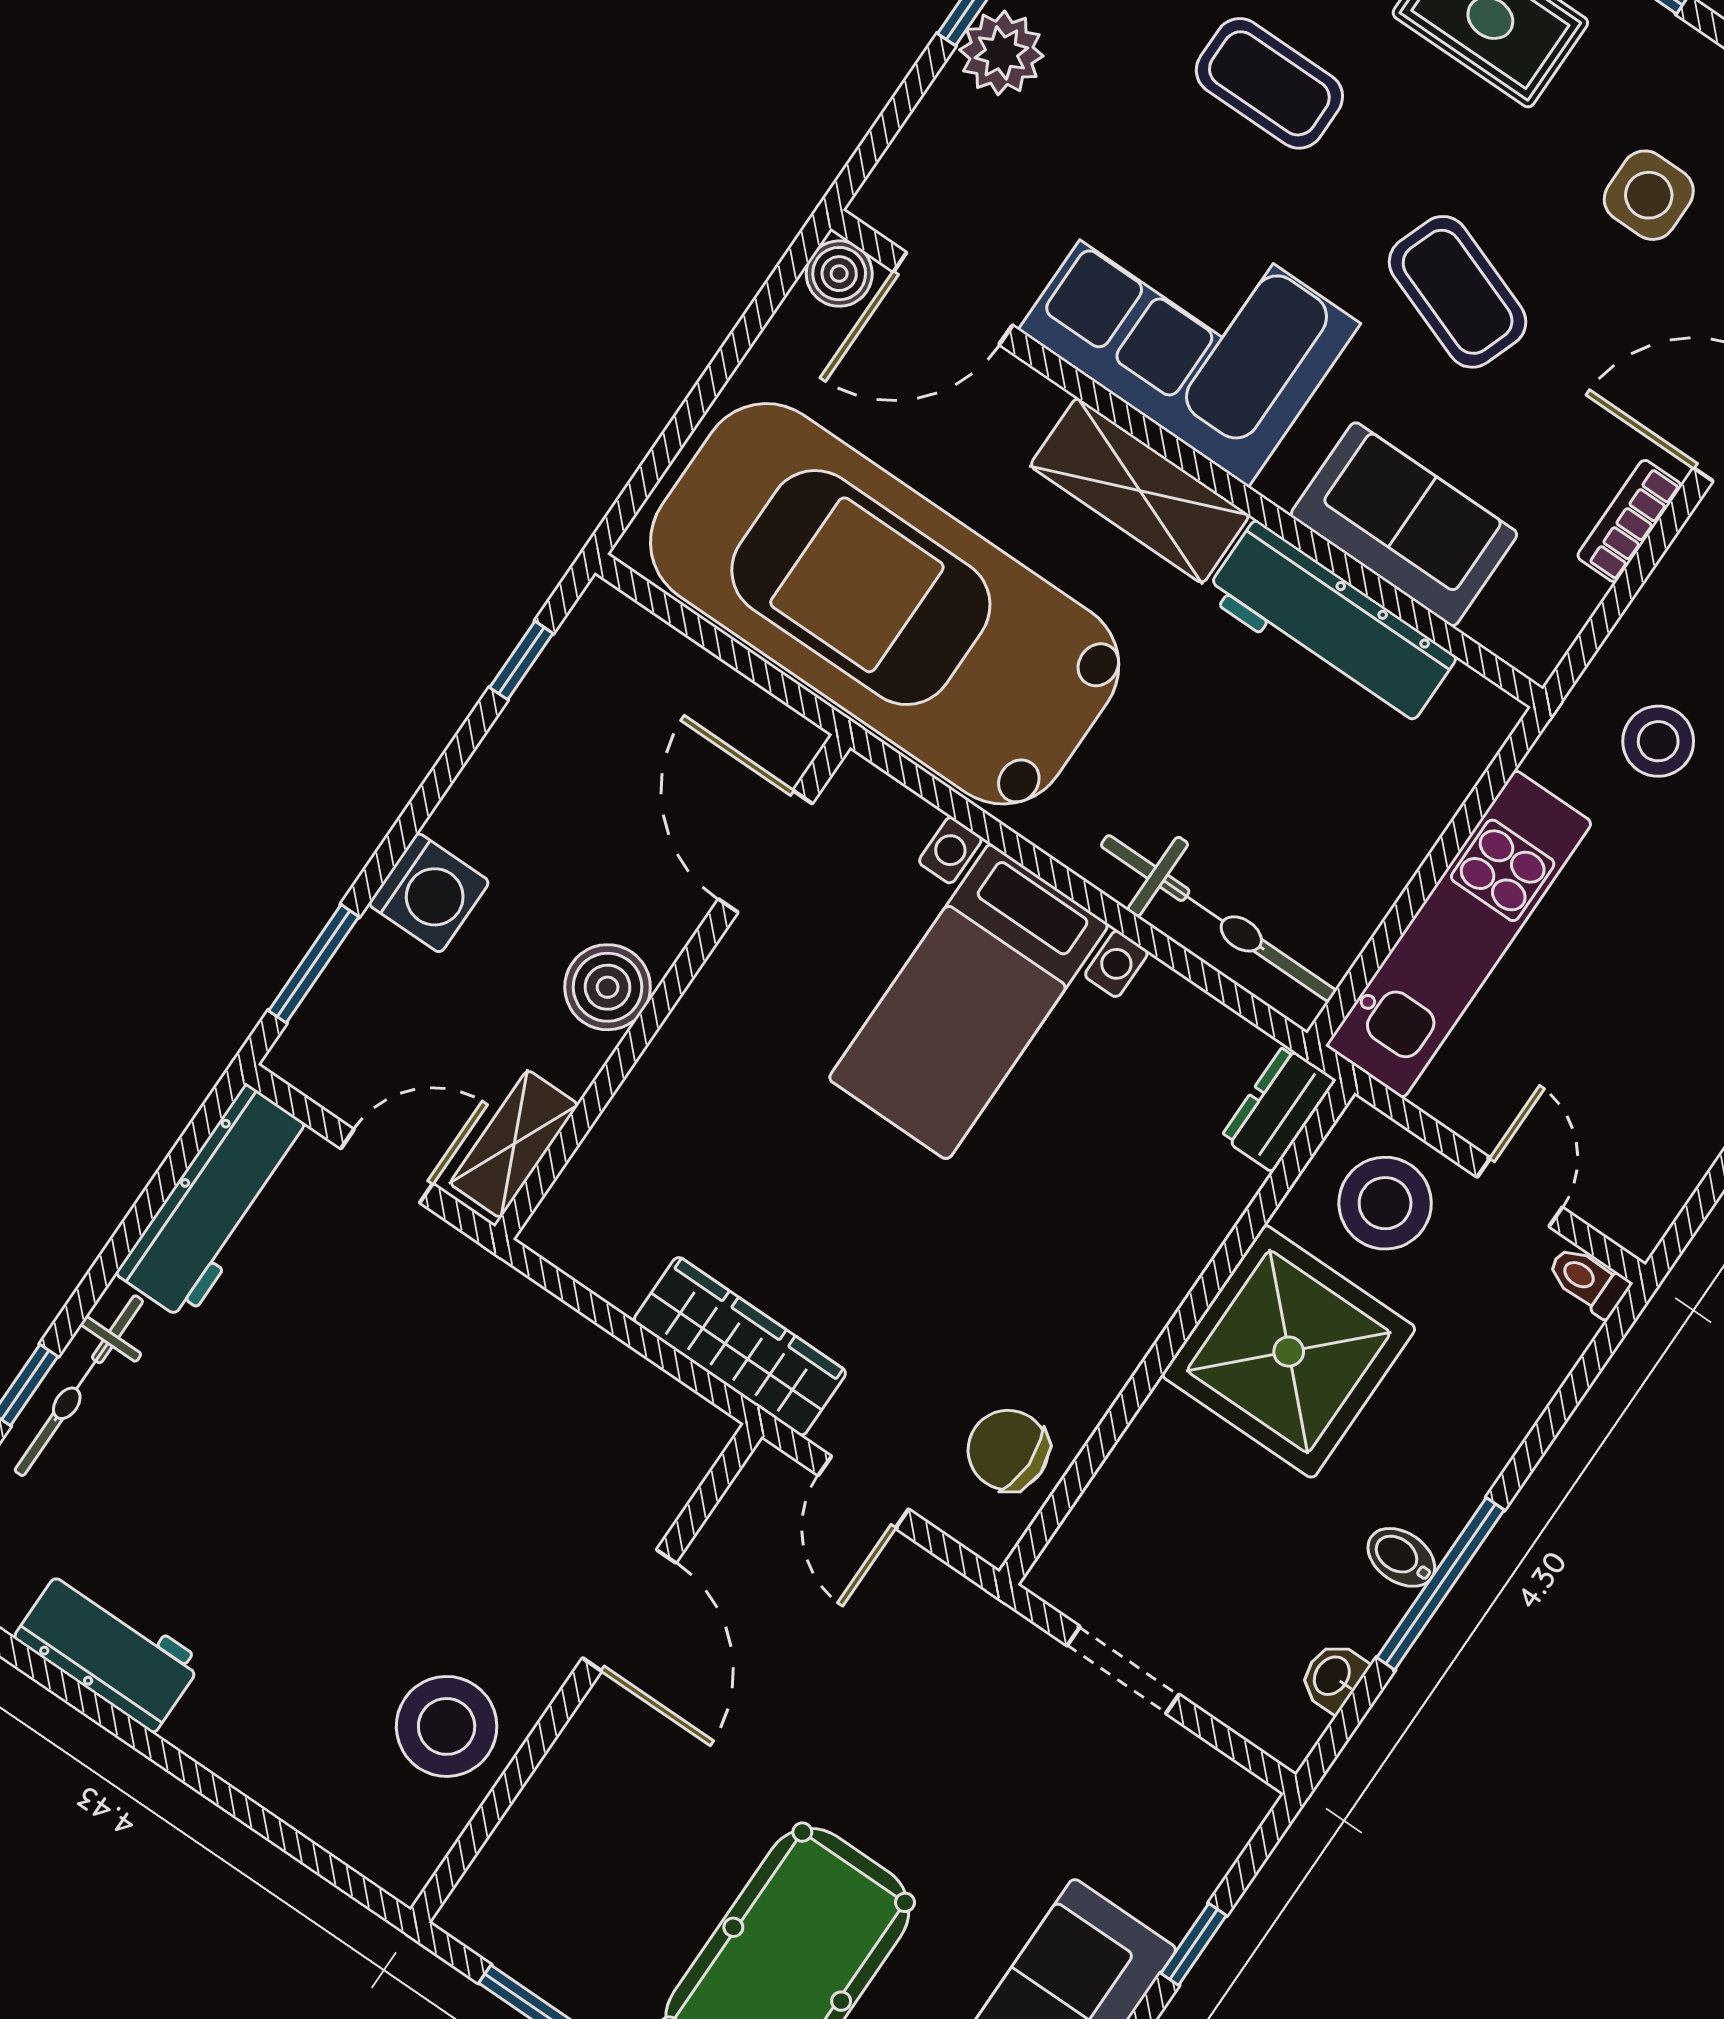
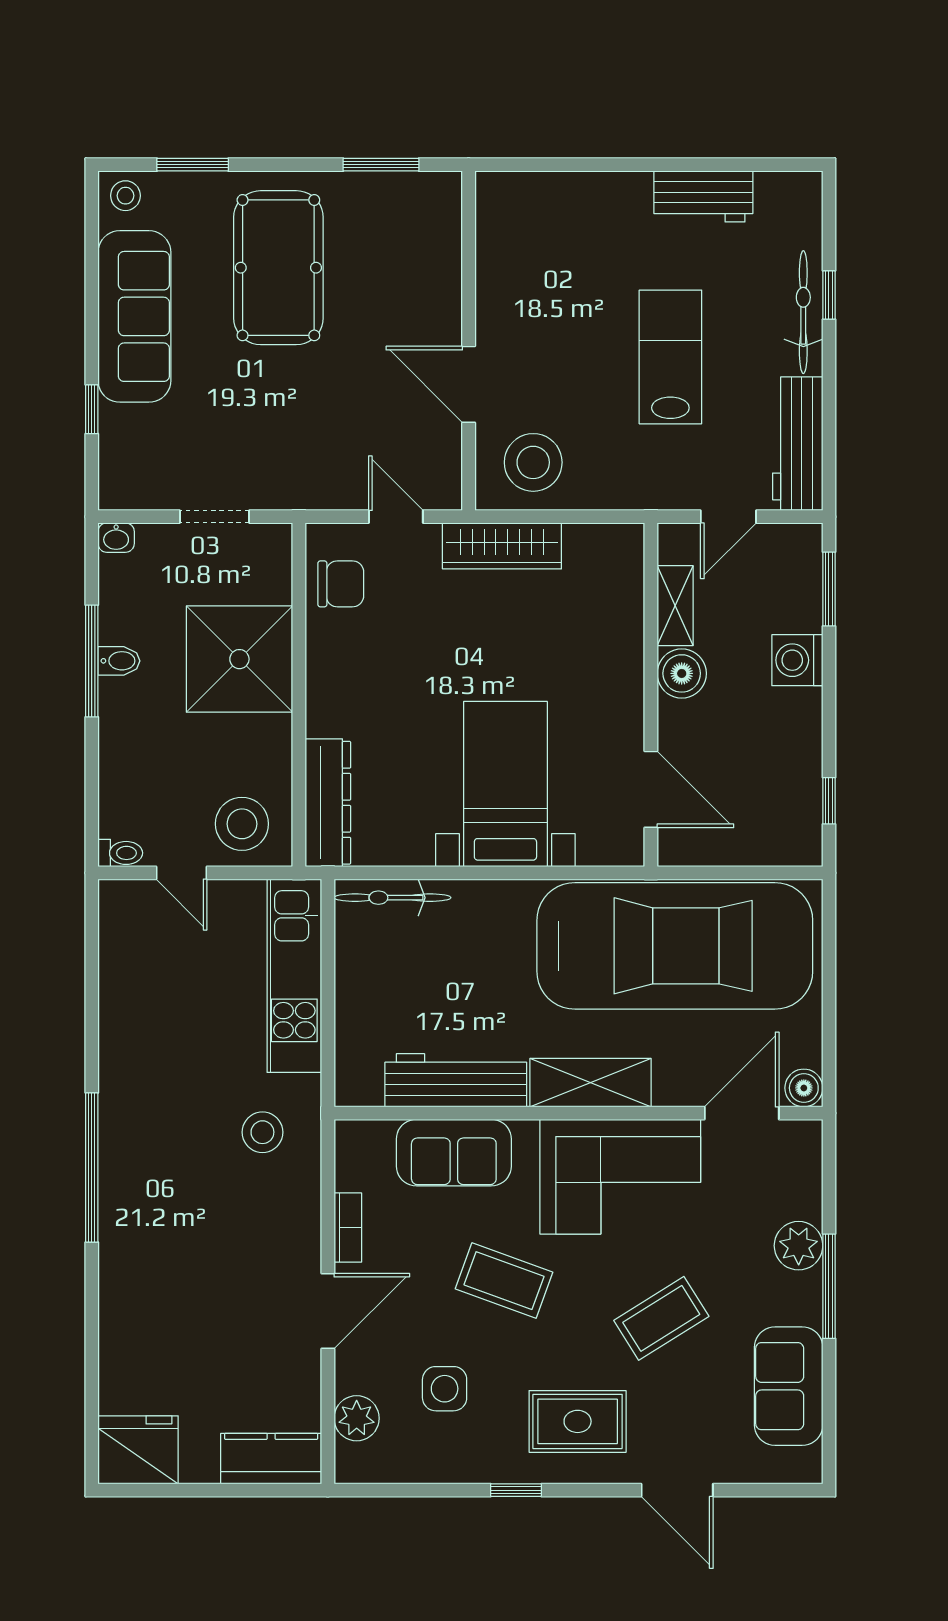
coffee table: (1269, 83) -> (661, 1318), turned -32
bicycle: (1218, 918) -> (392, 898), width x0.73, depth x0.71
dresser: (1278, 1109) -> (328, 803), width x1.96, depth x1.24
shelving: (514, 1144) -> (675, 606), moved
shower: (1289, 1352) -> (239, 659), moved
lab bench: (313, 1452) -> (670, 357), added
washbasin: (1333, 1677) -> (116, 538), moved, turned 90
stool: (447, 1726) -> (533, 462), moved

